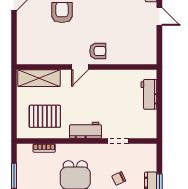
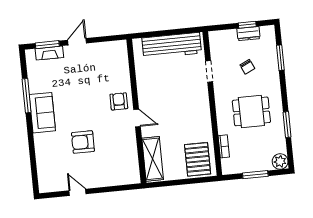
workbench: (149, 94) -> (172, 46), width x1.88, depth x1.32
pallet: (45, 116) -> (198, 159), moved
workbench: (85, 130) -> (201, 106), removed

